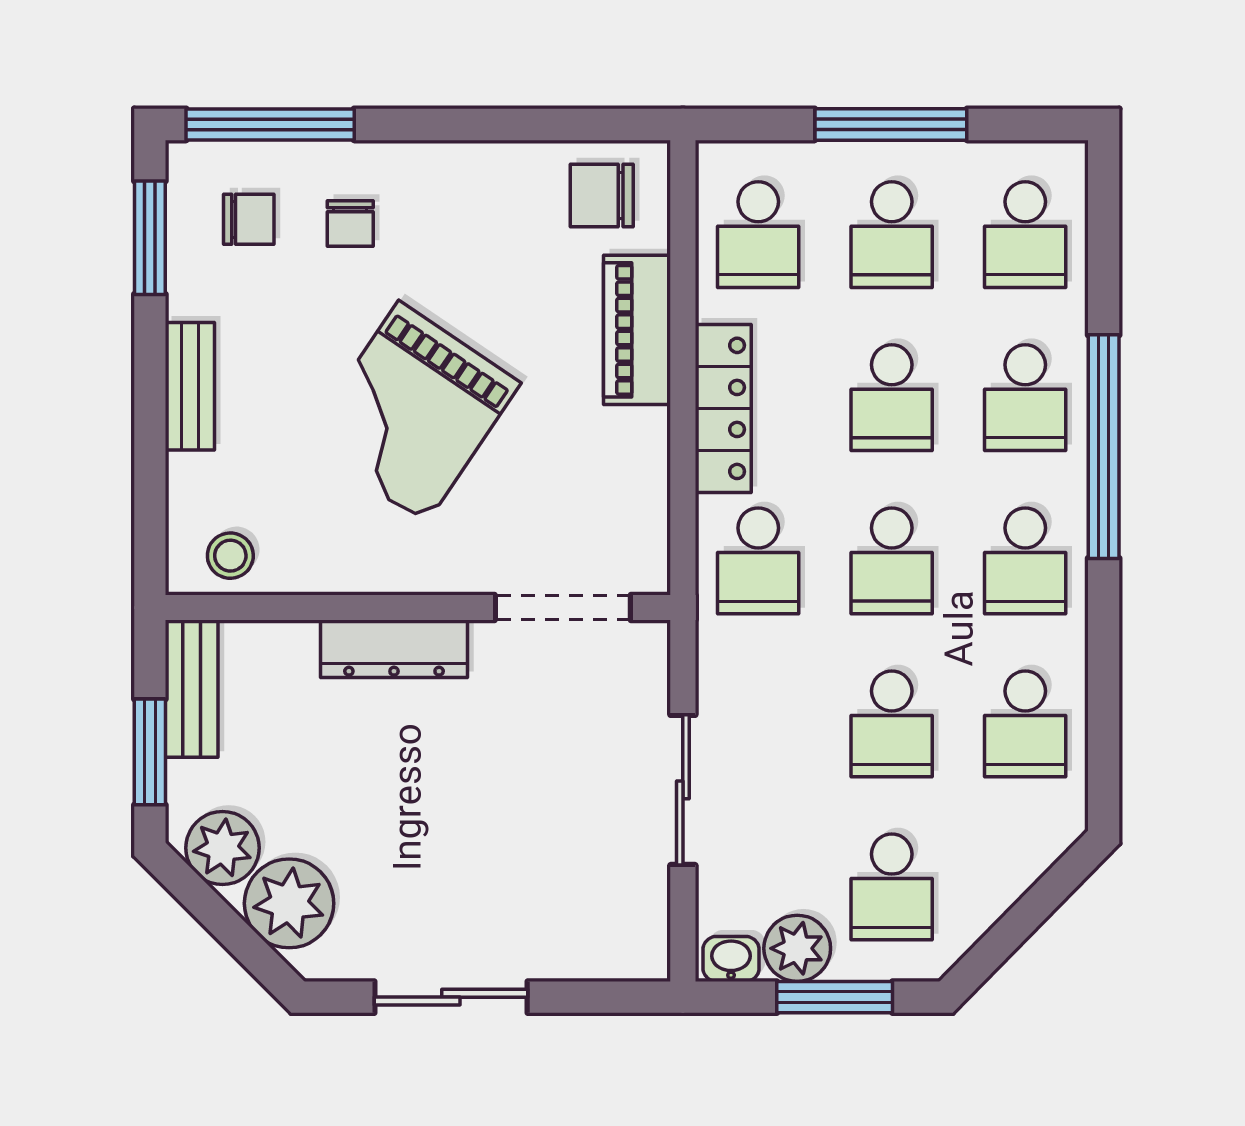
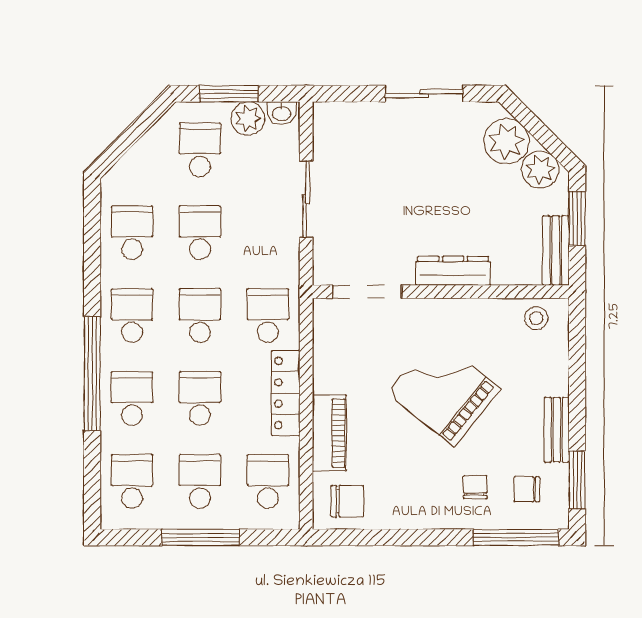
bench: (190, 386) -> (557, 430), moved
grand piano: (412, 412) -> (444, 391), turned -85

